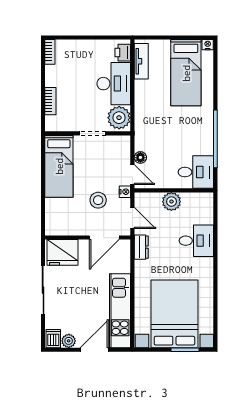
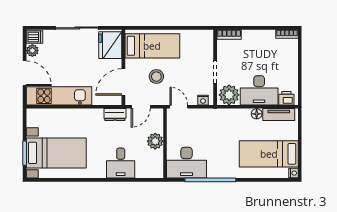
bookcase: (50, 101) -> (229, 34), moved
floor lamp: (140, 157) -> (257, 114), moved
bed: (59, 166) -> (152, 46), moved, turned 180
desk: (196, 172) -> (187, 163), width x1.37
door: (132, 175) -> (179, 107), swing flipped
nightstand: (125, 192) -> (203, 100), moved
door: (104, 238) -> (123, 82), hinge flipped
bed with nightstands: (174, 314) -> (56, 153), width x0.73

